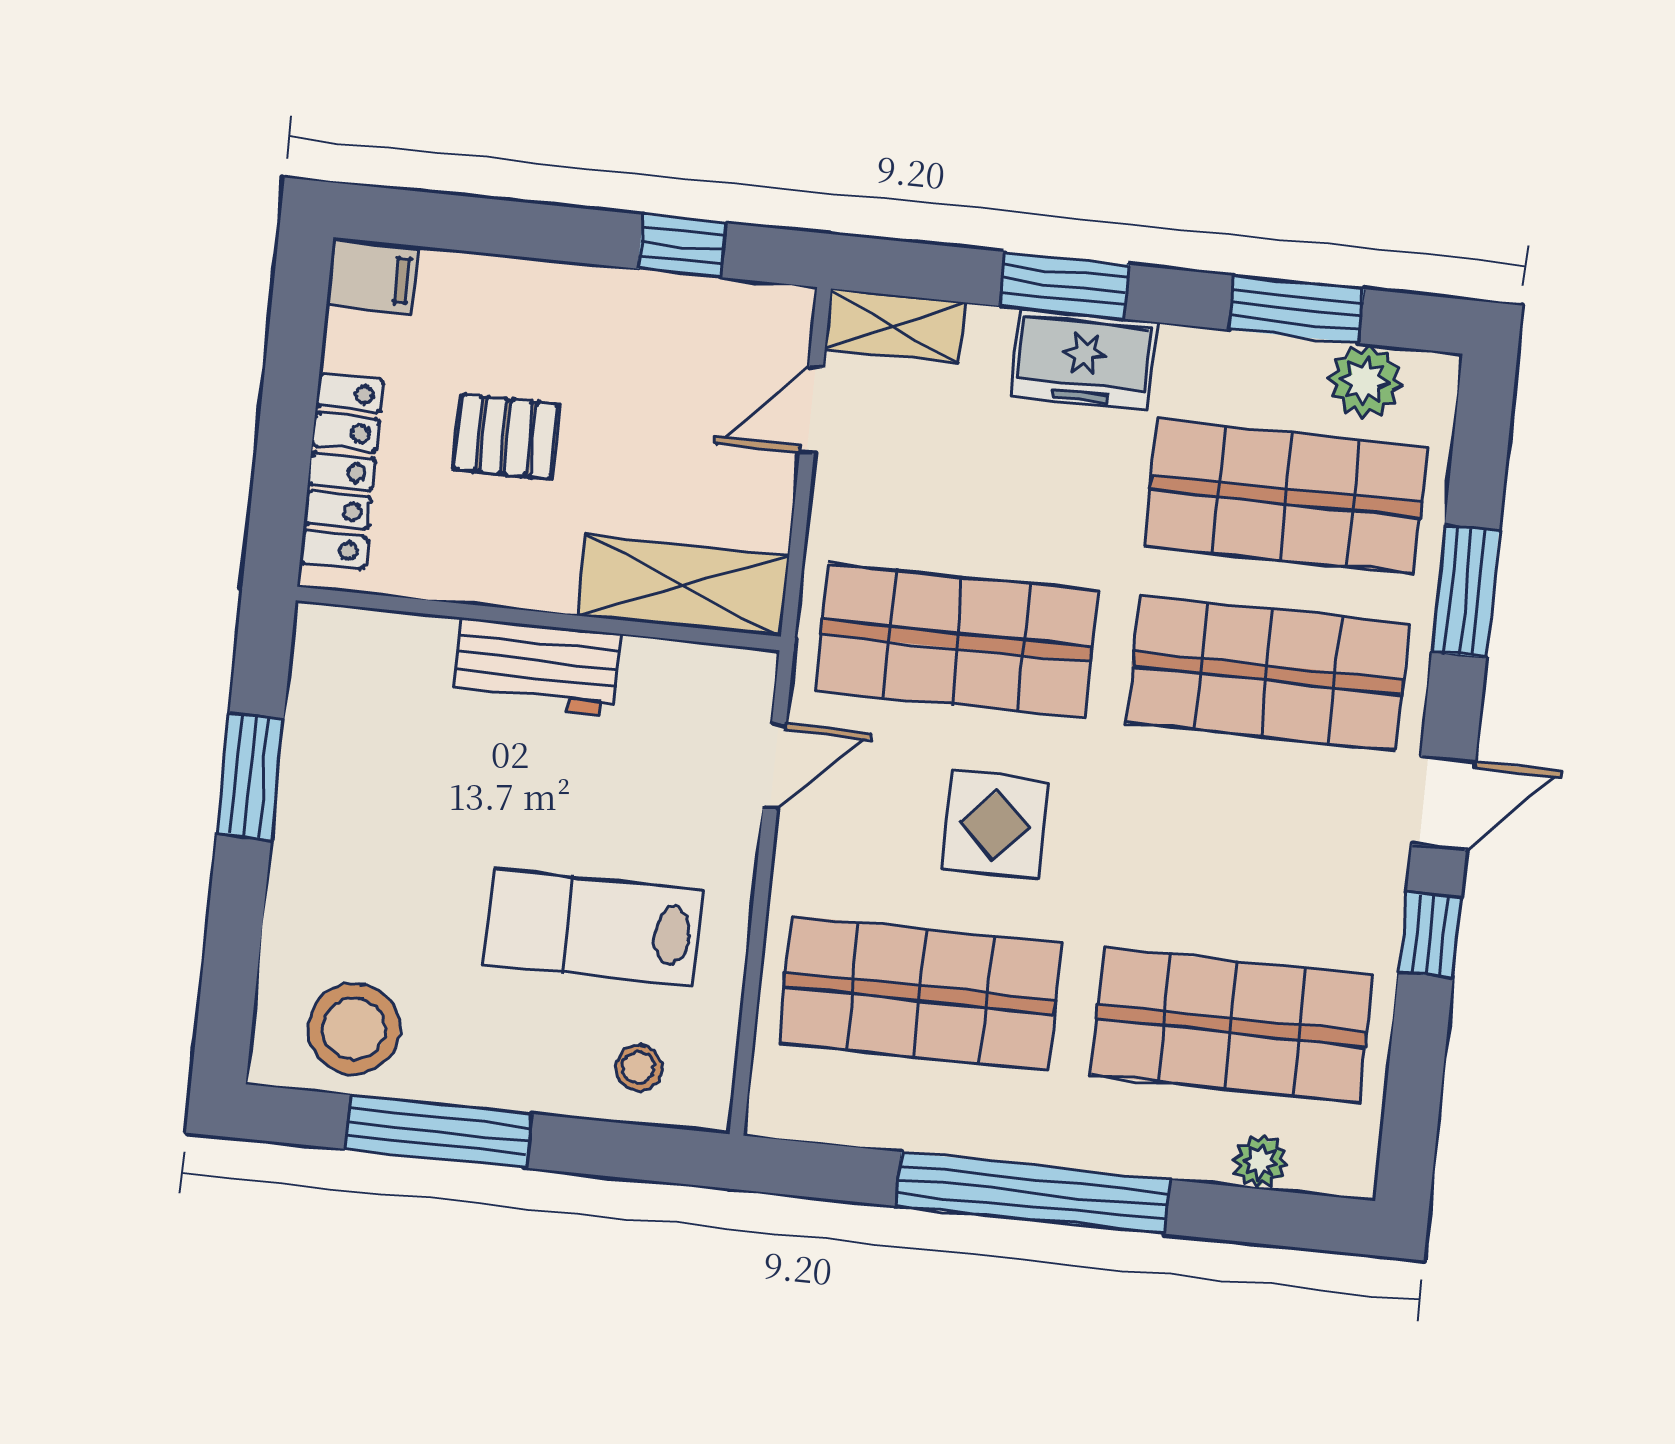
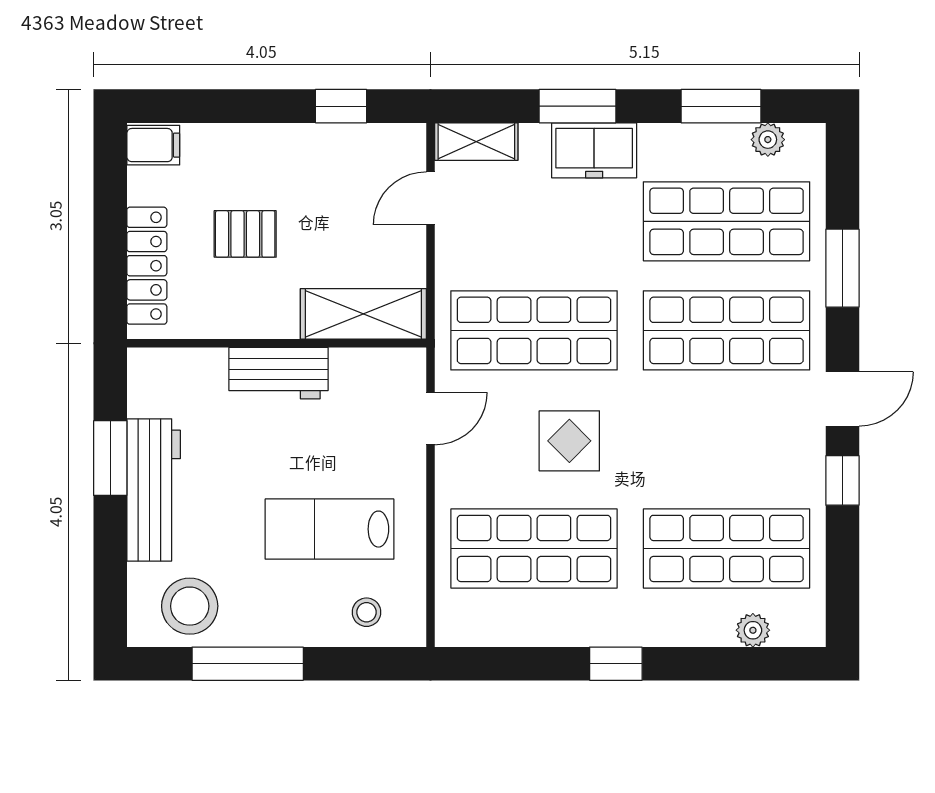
plant: (1365, 381) -> (768, 140), width x0.73, depth x0.73
workbench: (315, 835) -> (154, 490), added
window: (1033, 1193) -> (616, 664), width x0.32

